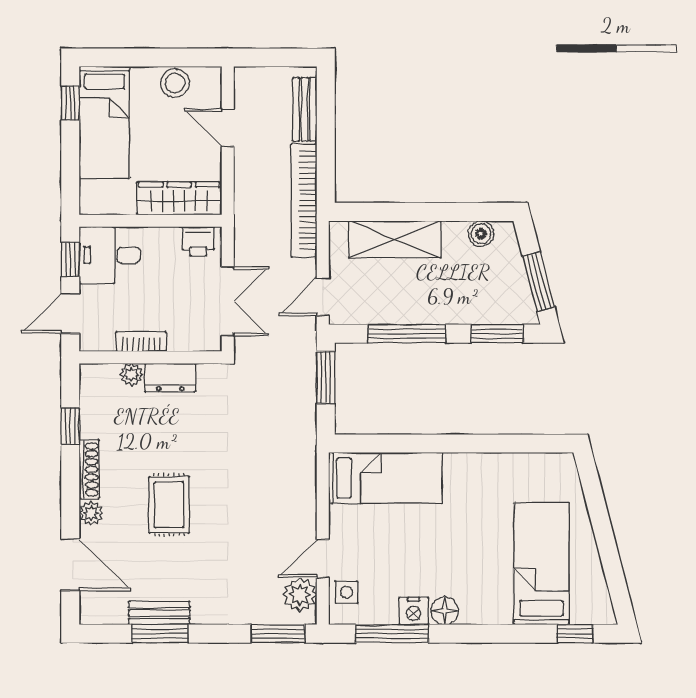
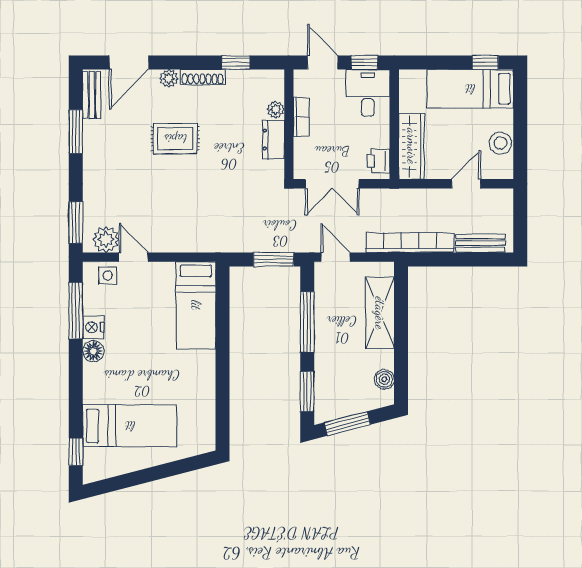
bench: (159, 613) -> (92, 95), moved

